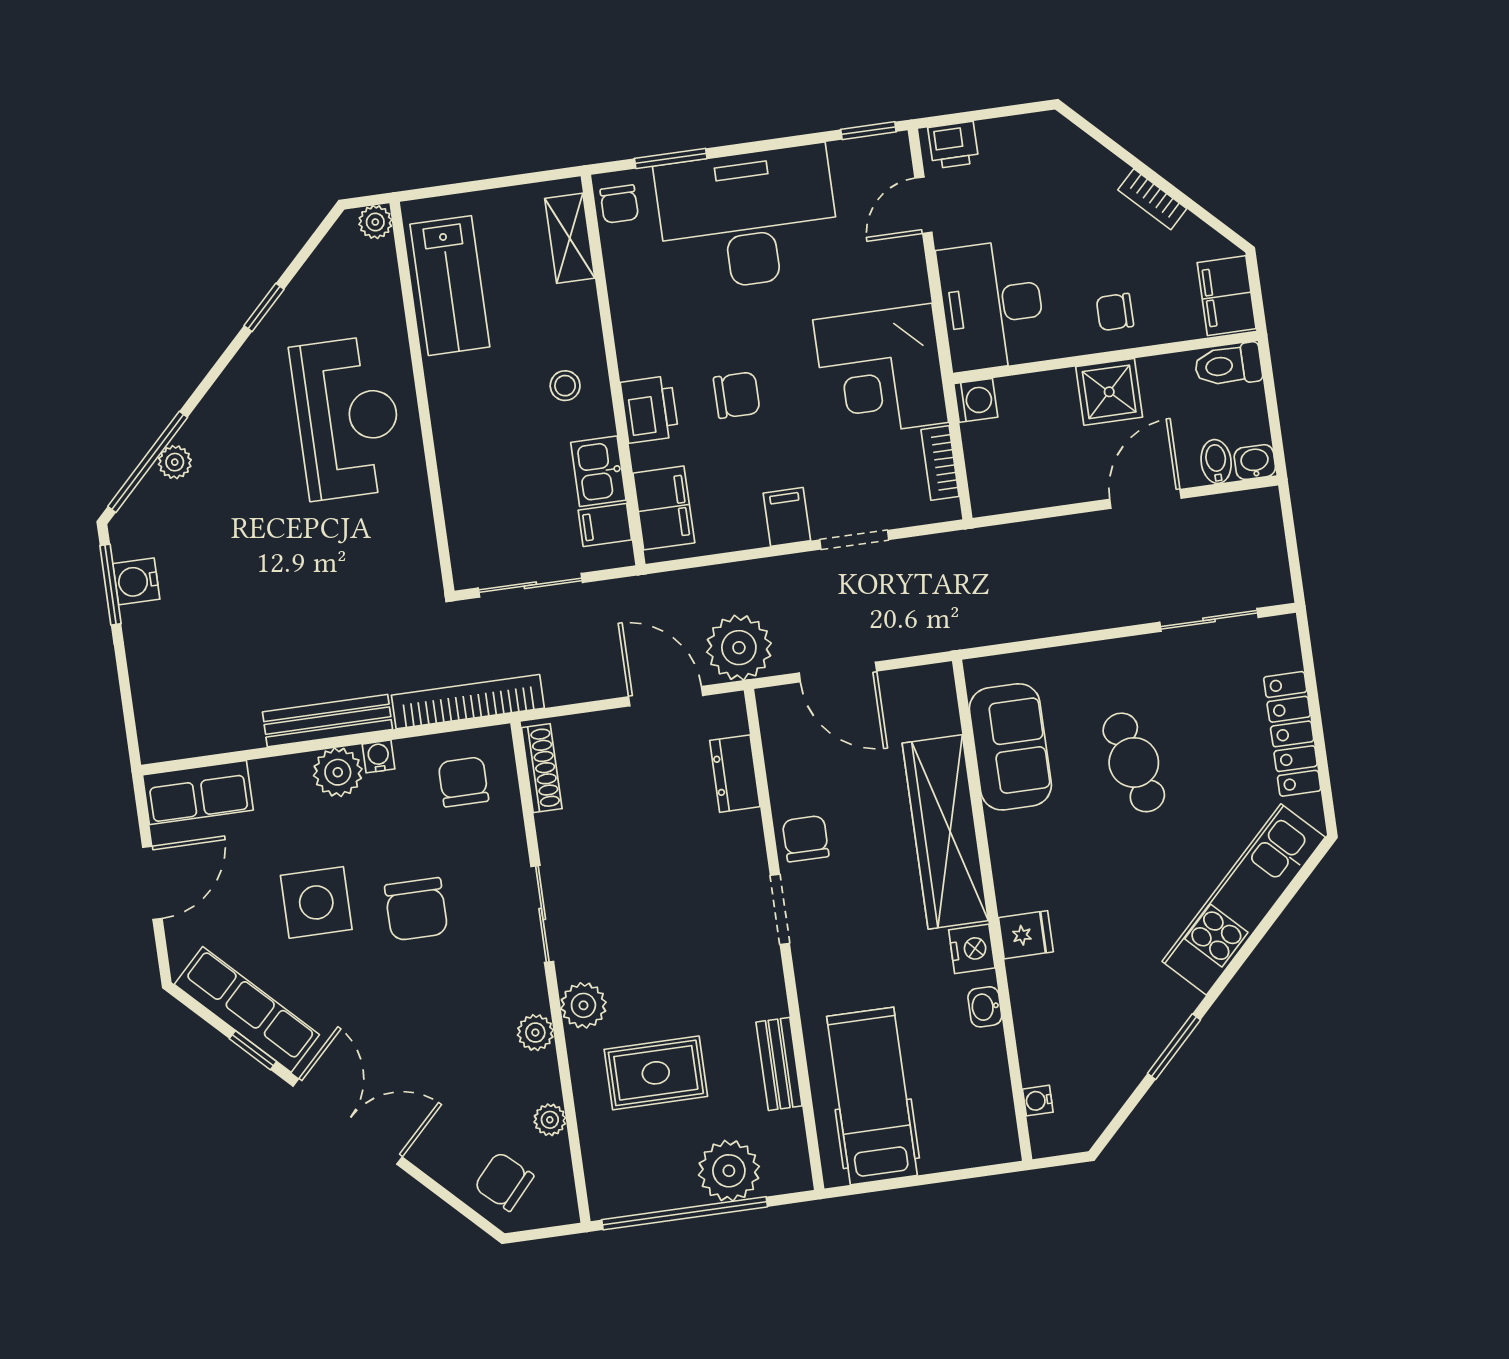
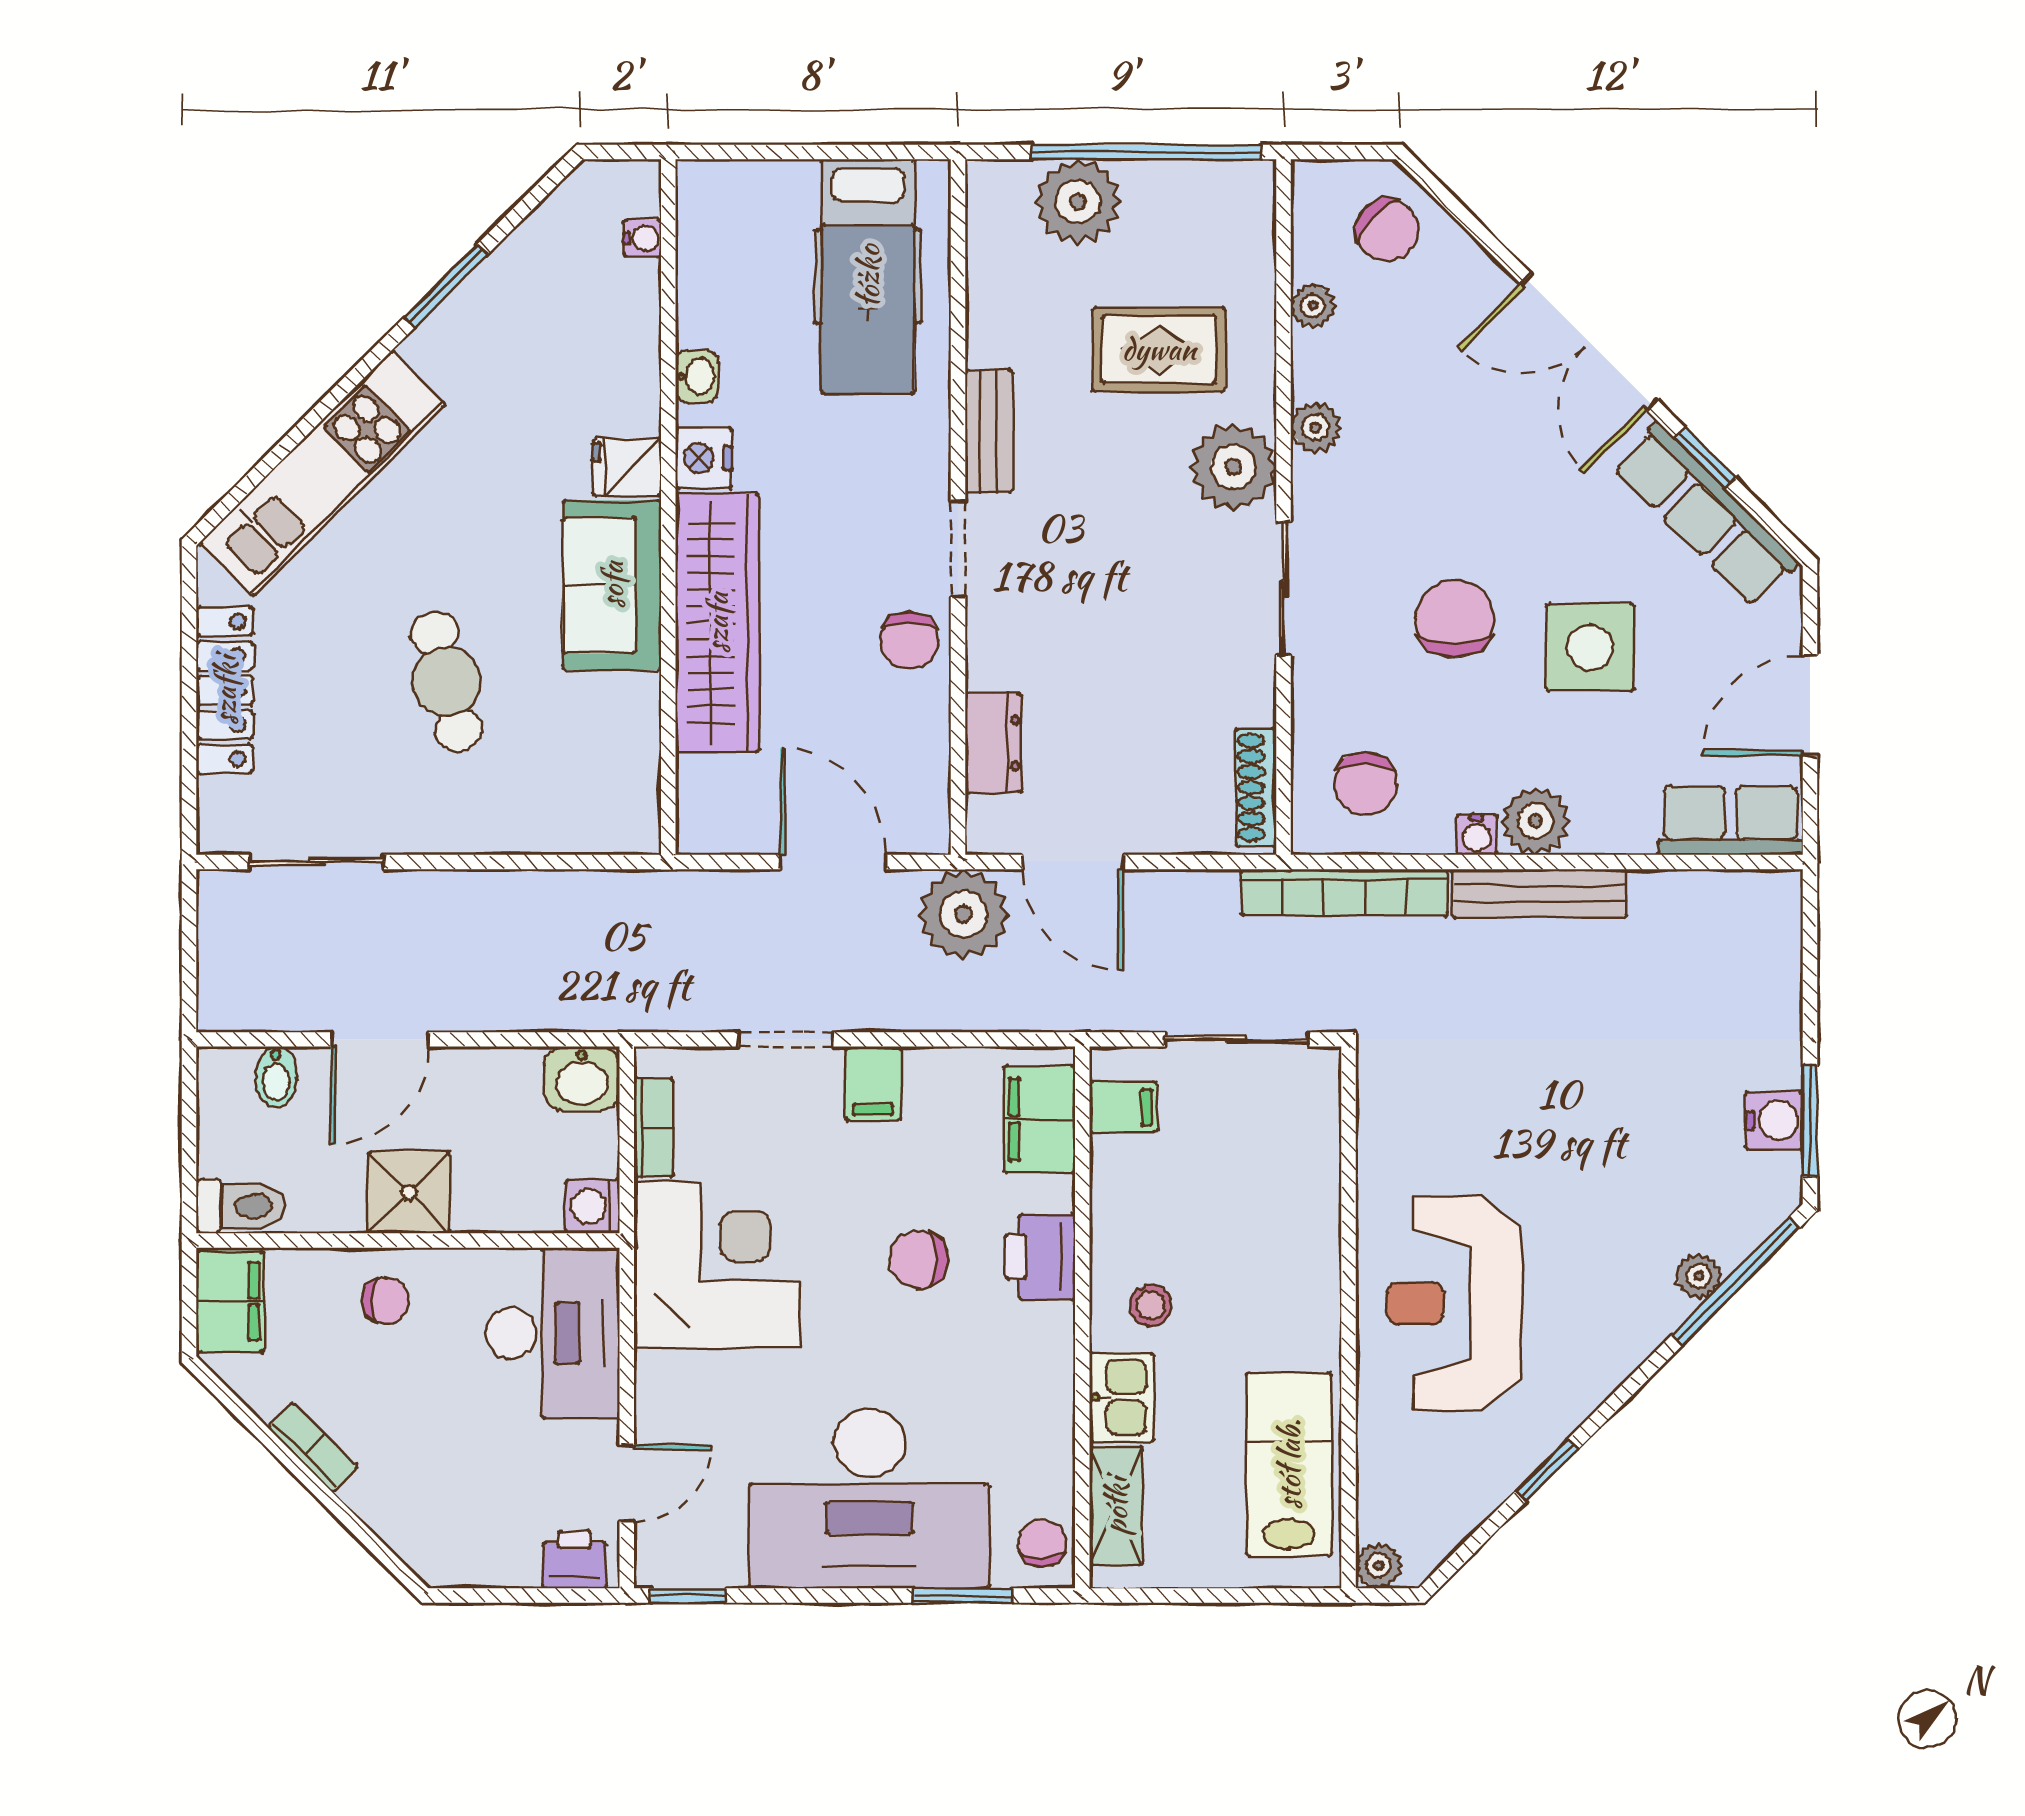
washbasin: (1255, 462) -> (582, 1078), moved, width x1.38, depth x1.45
kitchen sink: (598, 471) -> (1122, 1397), moved
sofa: (1010, 747) -> (612, 585), moved
plant: (583, 1005) -> (1233, 467), width x1.36, depth x1.36
bench: (779, 1064) -> (989, 431), moved

